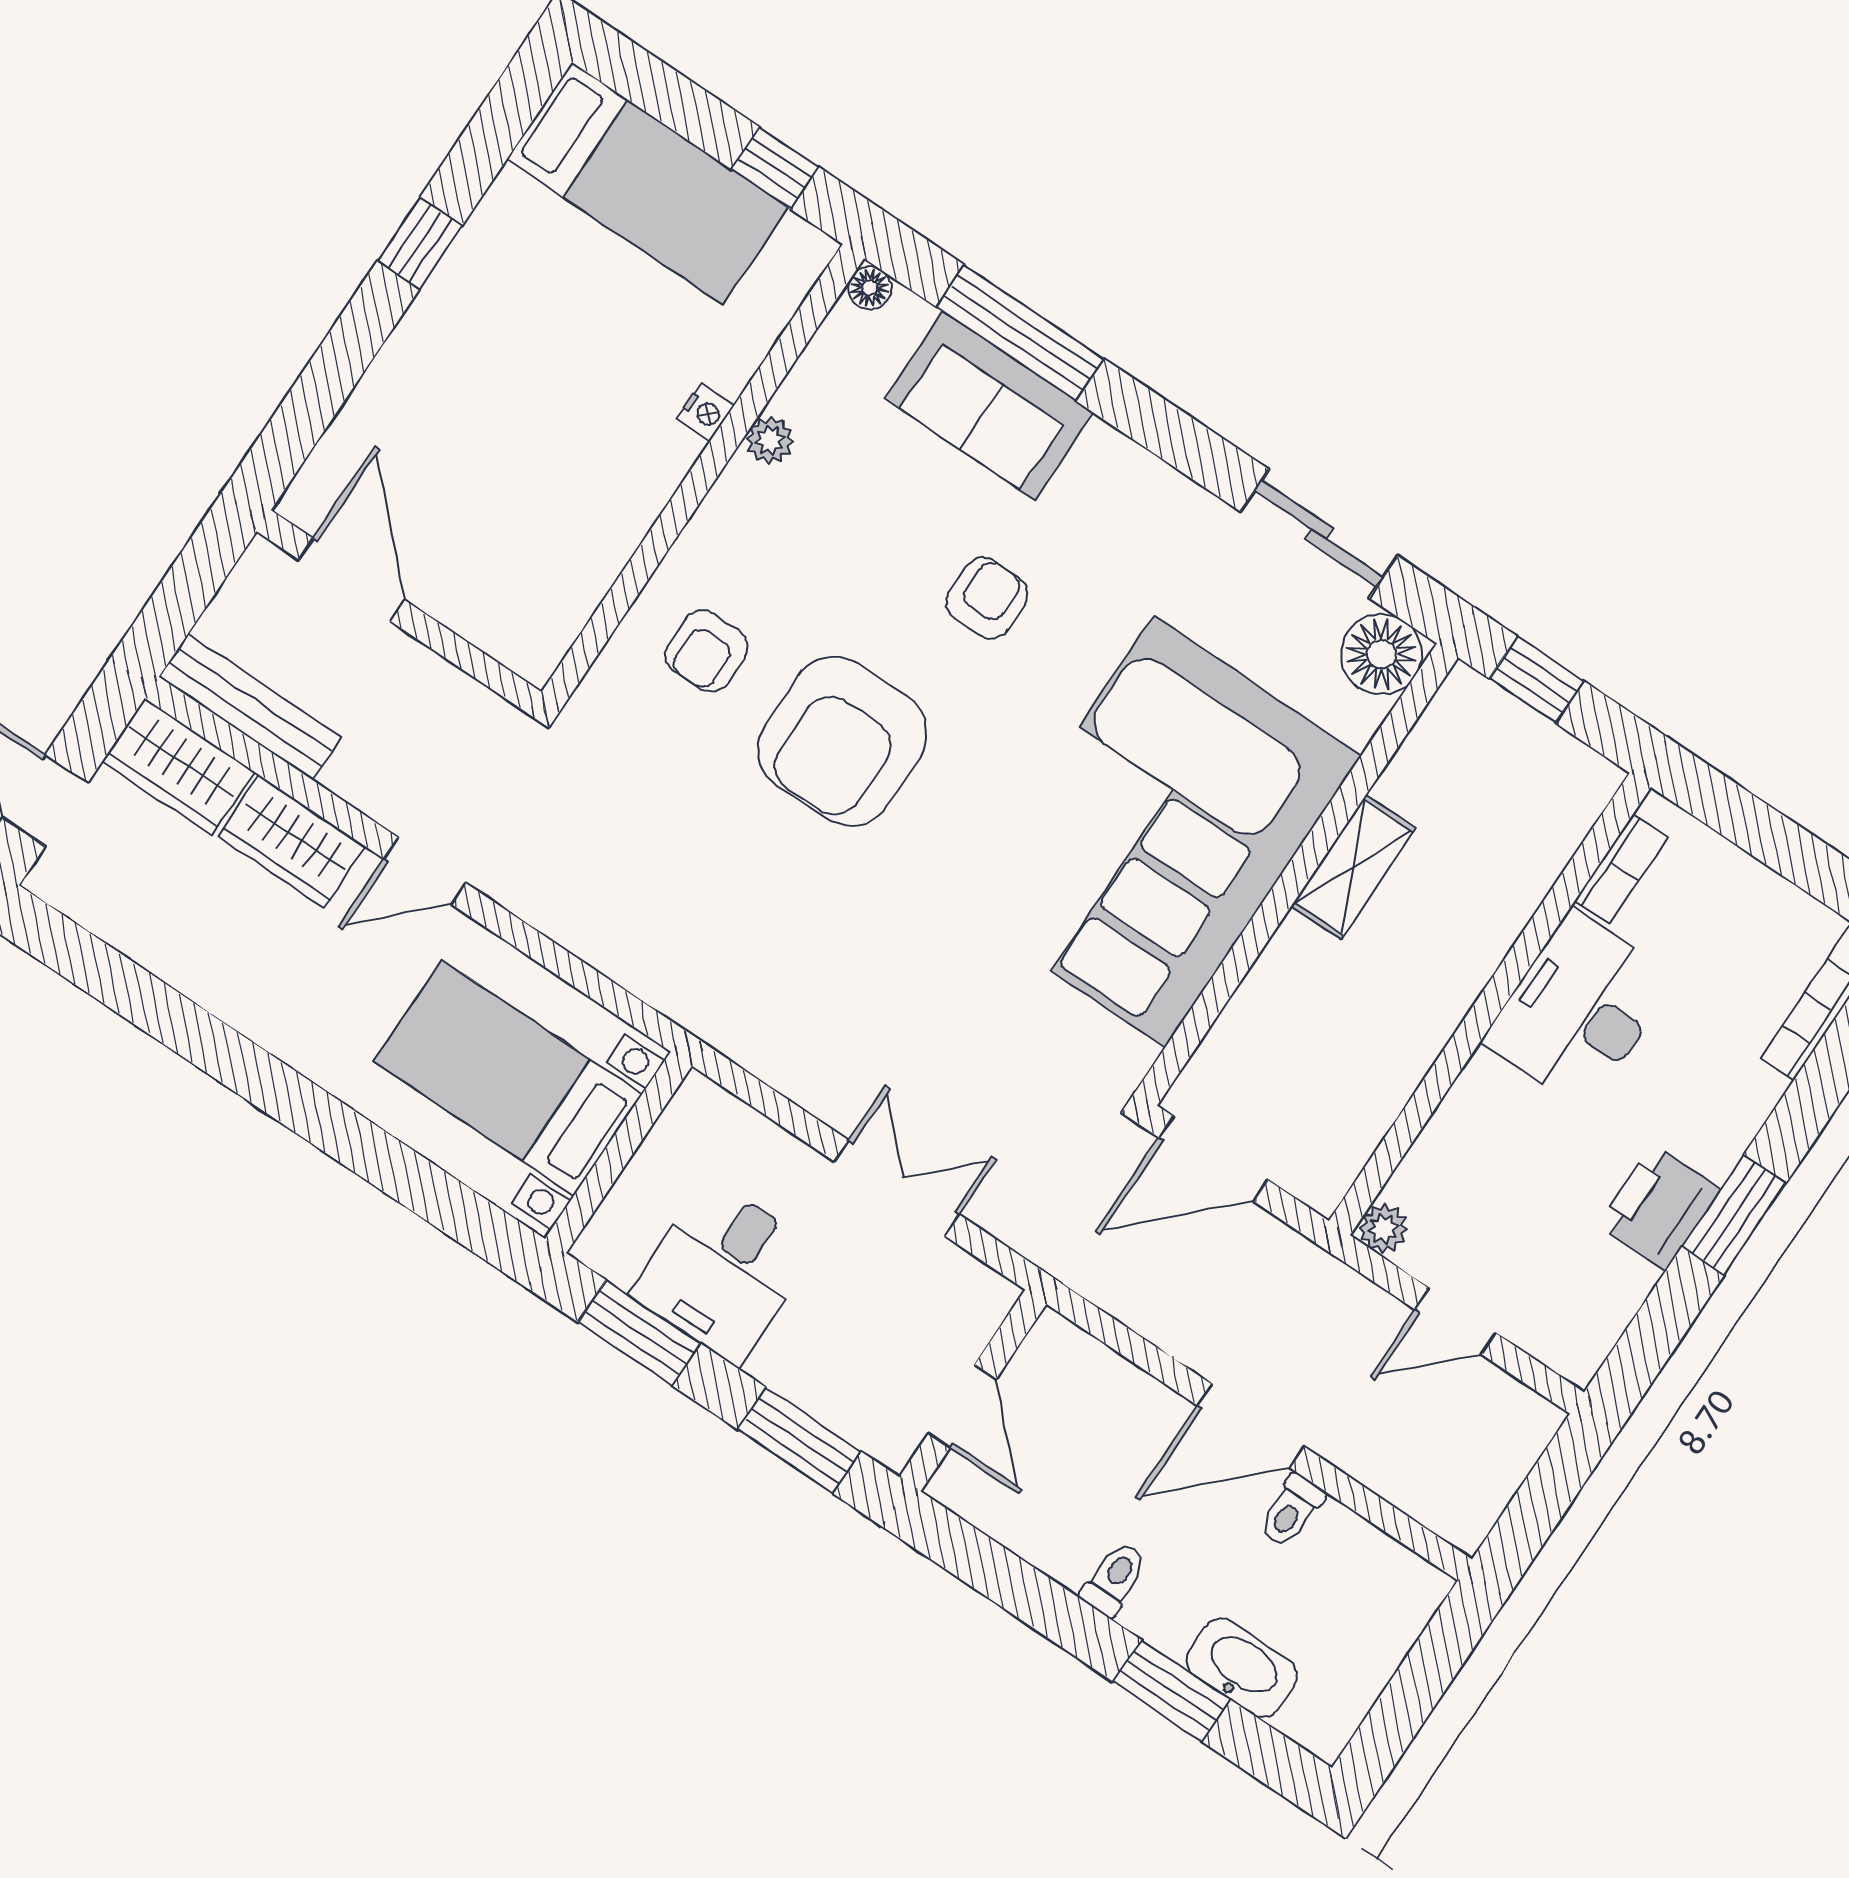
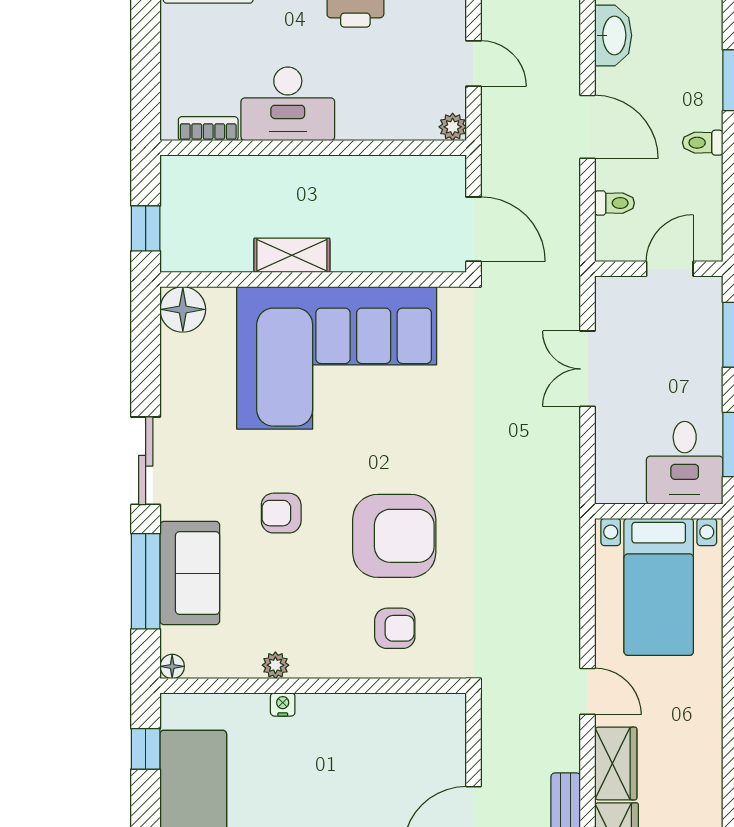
sliding door: (1319, 534) -> (146, 461), moved
desk: (724, 1272) -> (685, 463), moved, turned 90
toilet: (1291, 1511) -> (615, 203), moved
washbasin: (1242, 1668) -> (613, 35), moved, turned 180

